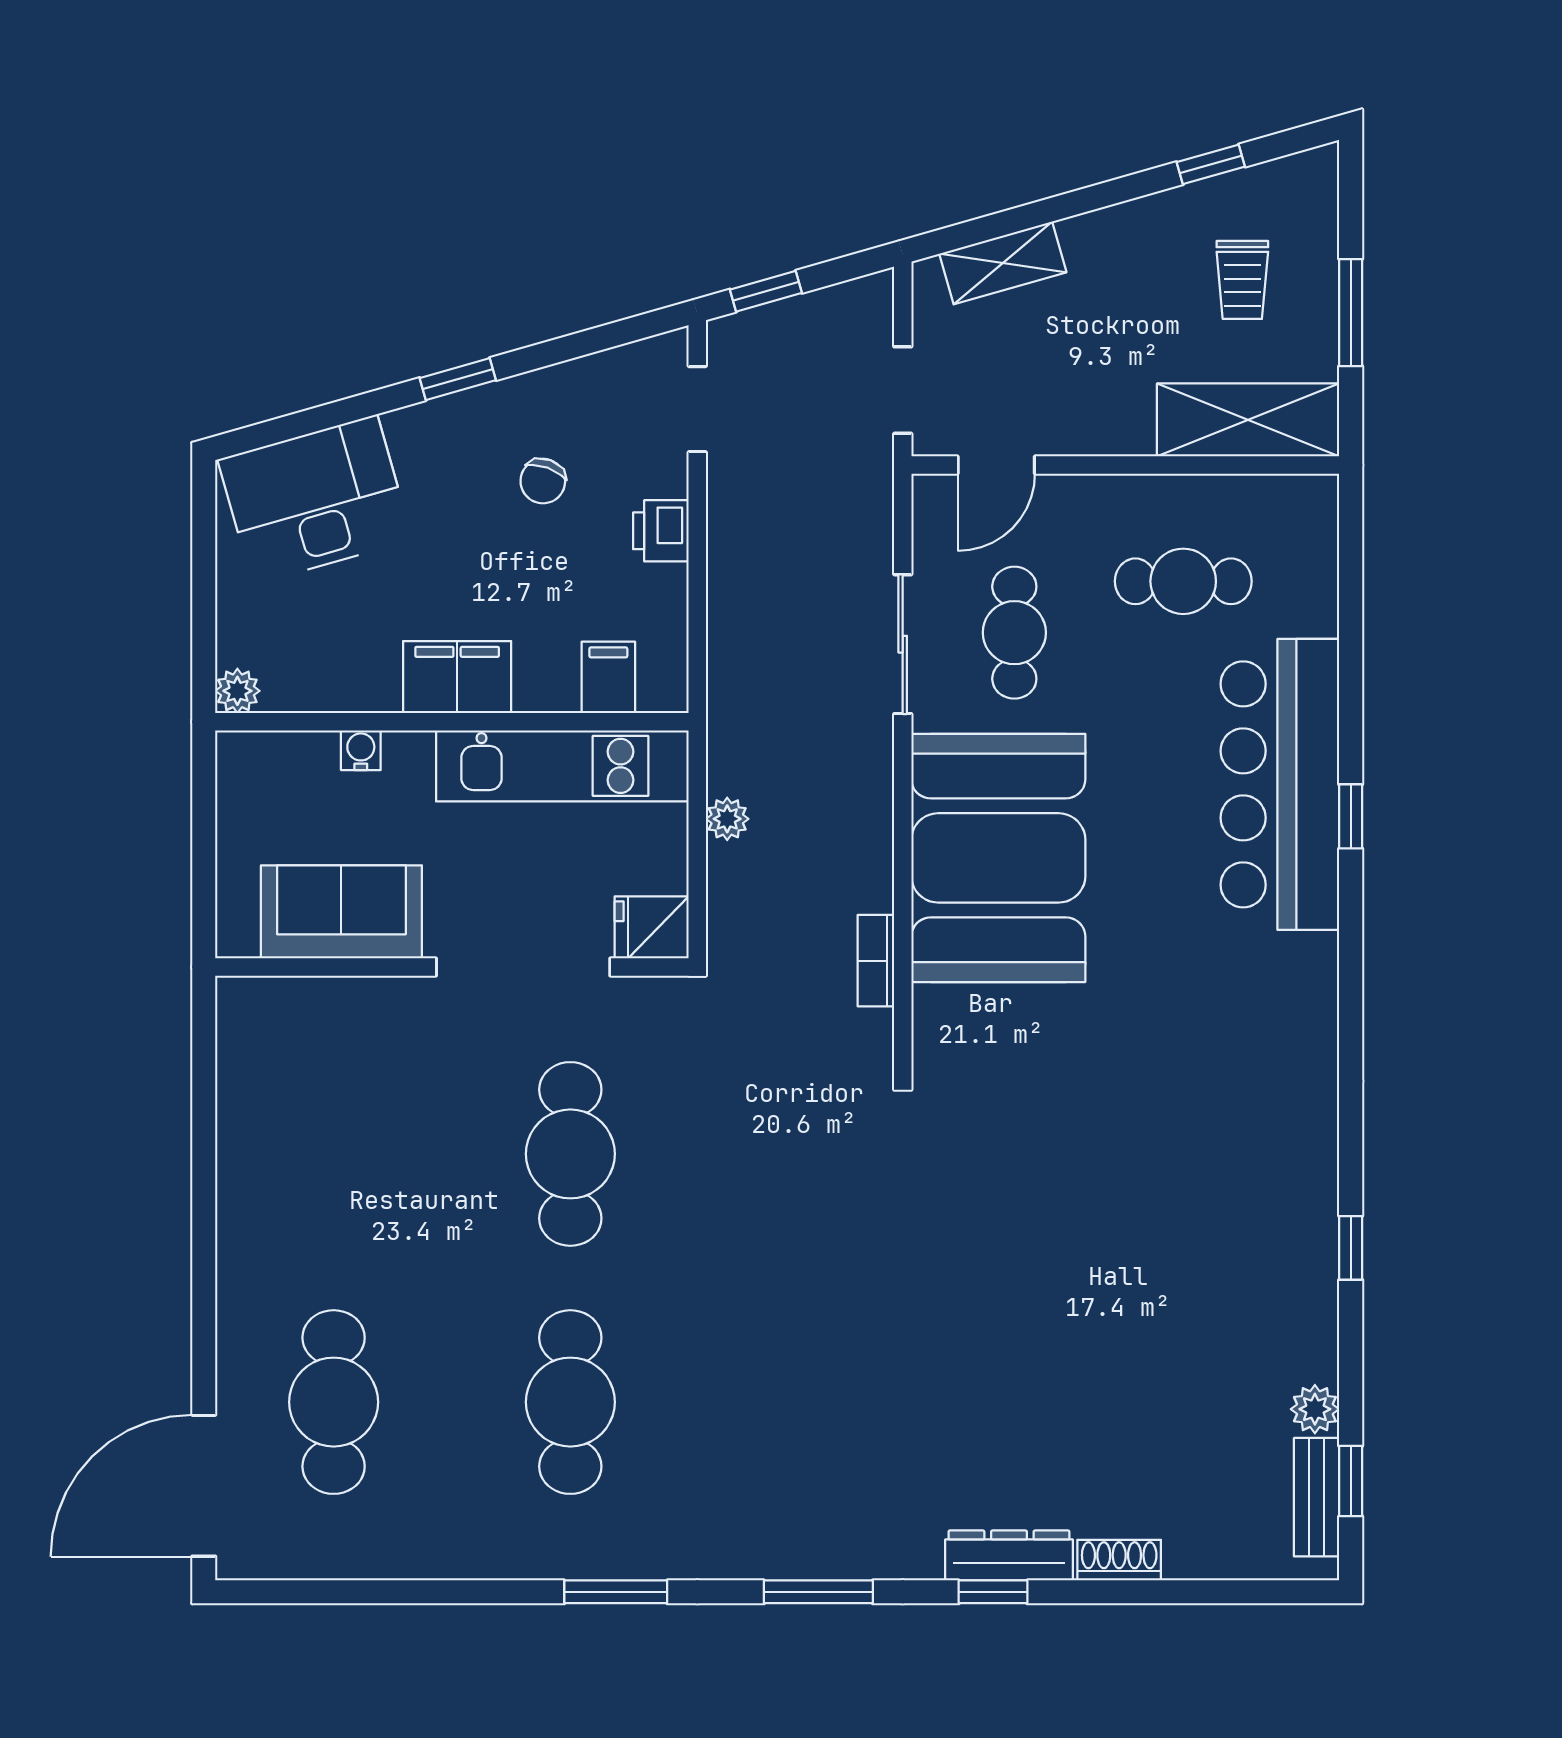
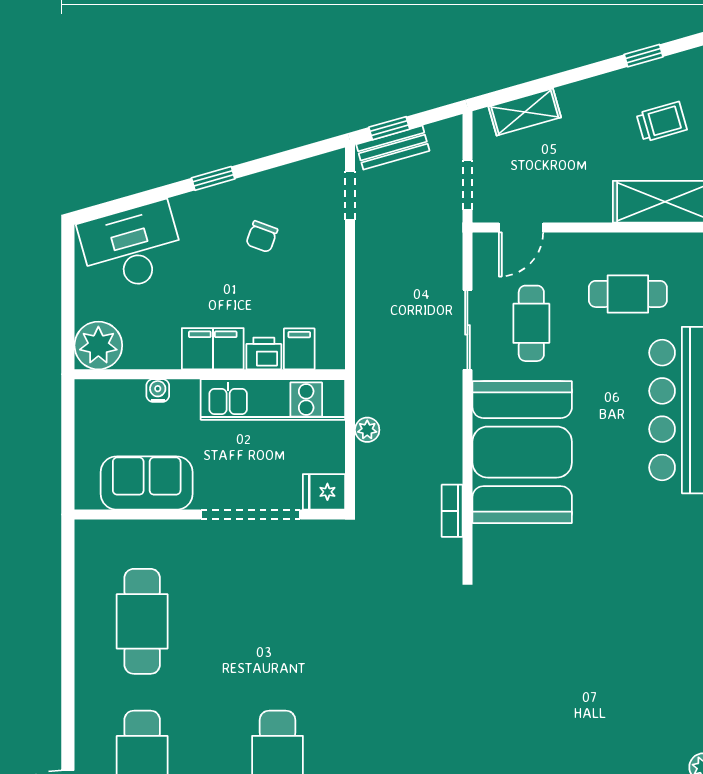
trolley: (1242, 280) -> (662, 122), turned -106
bench: (772, 325) -> (393, 148), added
printer: (661, 531) -> (264, 353), moved, turned 90
plant: (237, 691) -> (98, 345), width x1.87, depth x1.87
cafe table: (570, 1154) -> (142, 621), moved

